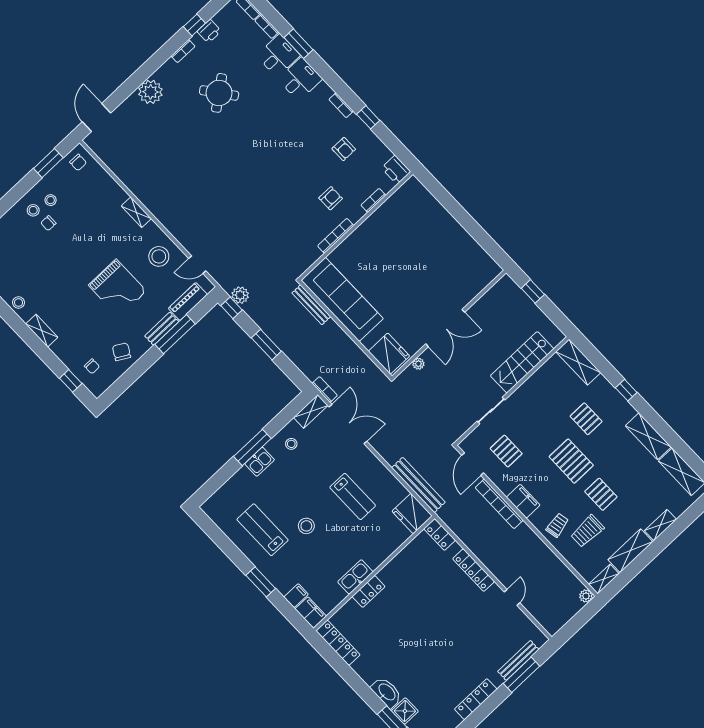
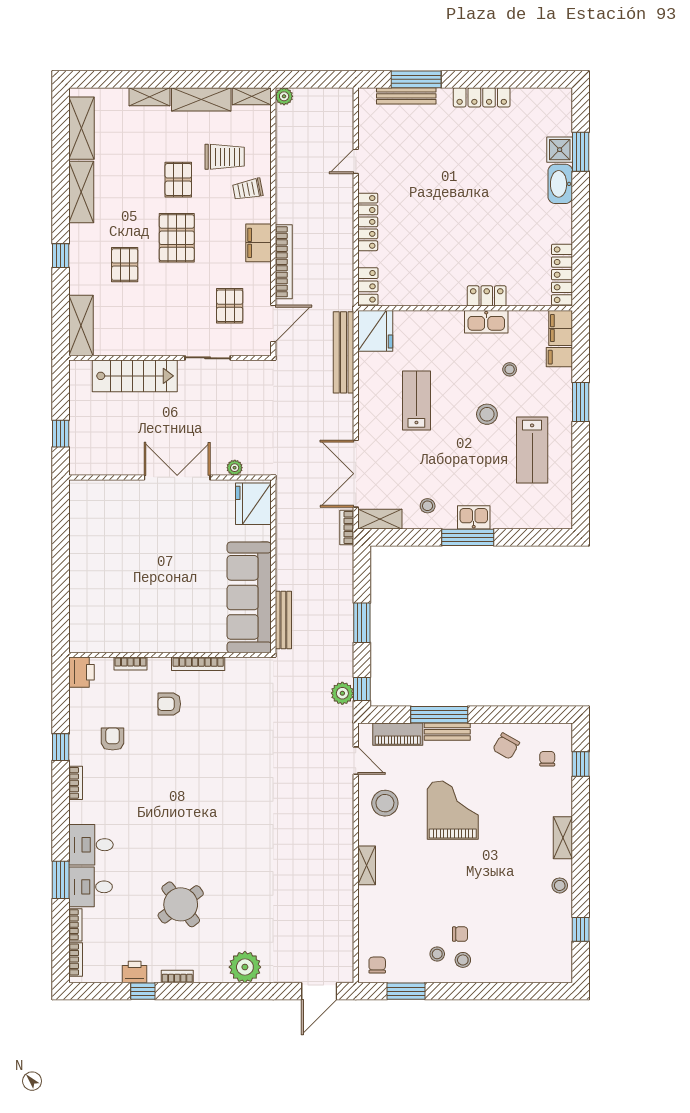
stool: (317, 563) -> (510, 369), added

